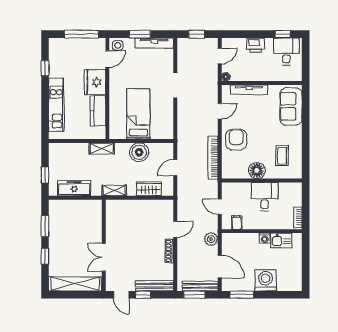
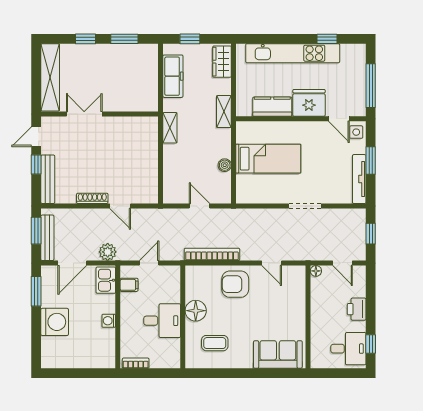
tv unit: (249, 90) -> (299, 301), removed
kitchen unit: (56, 105) -> (293, 53), width x1.36
armchair: (236, 140) -> (235, 284), turned 180
boiler: (139, 152) -> (225, 165), width x0.54, depth x0.54
wardrobe: (149, 189) -> (222, 62), moved, turned 180
kitchen sink: (281, 240) -> (106, 280), moved

